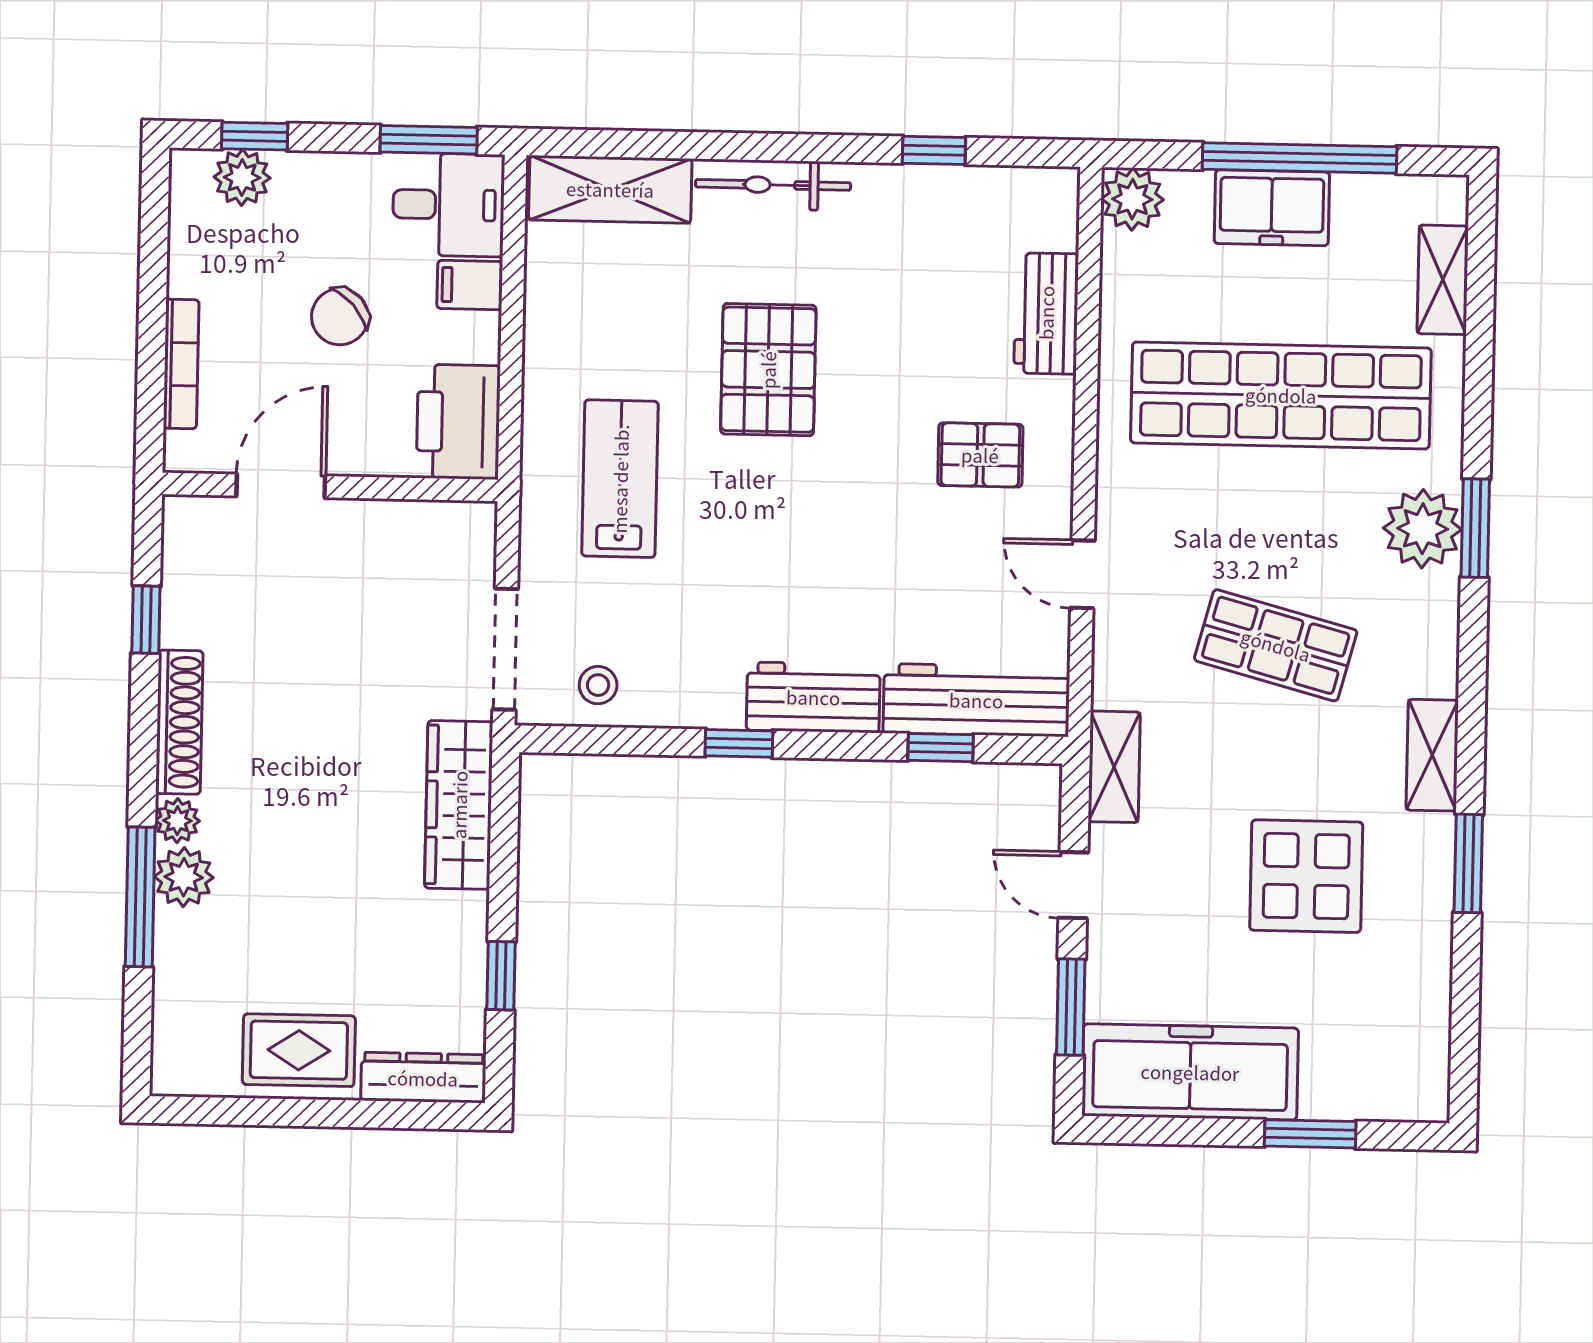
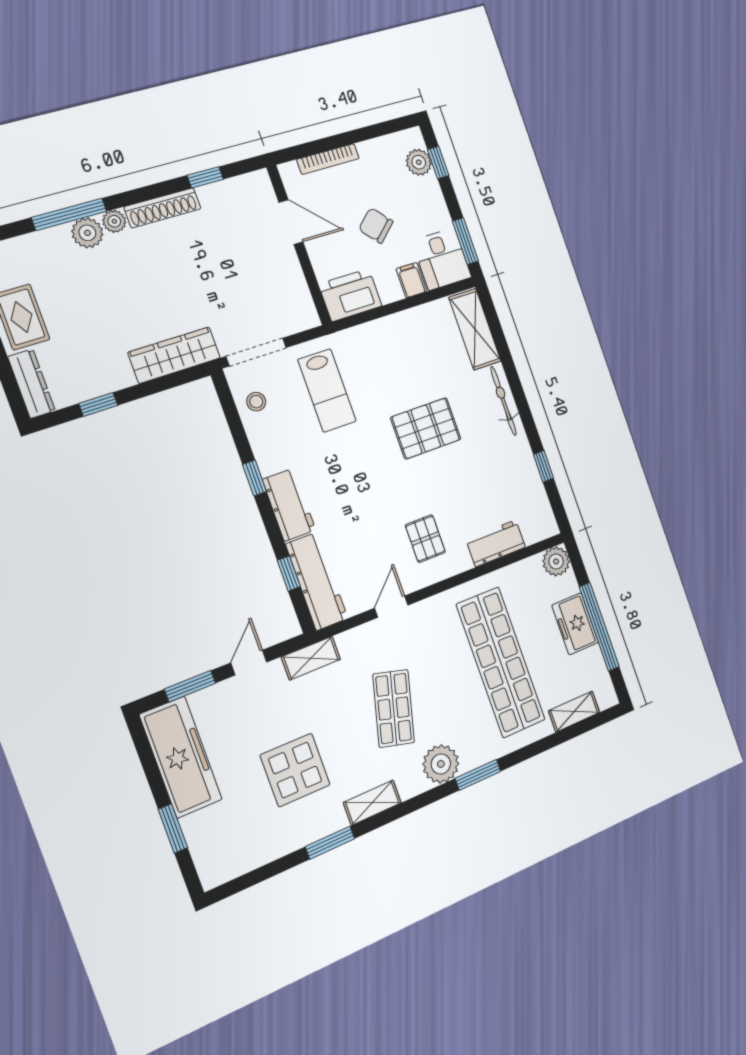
lab bench: (620, 479) -> (327, 390), moved, turned 90
plant: (1423, 529) -> (441, 764), moved

